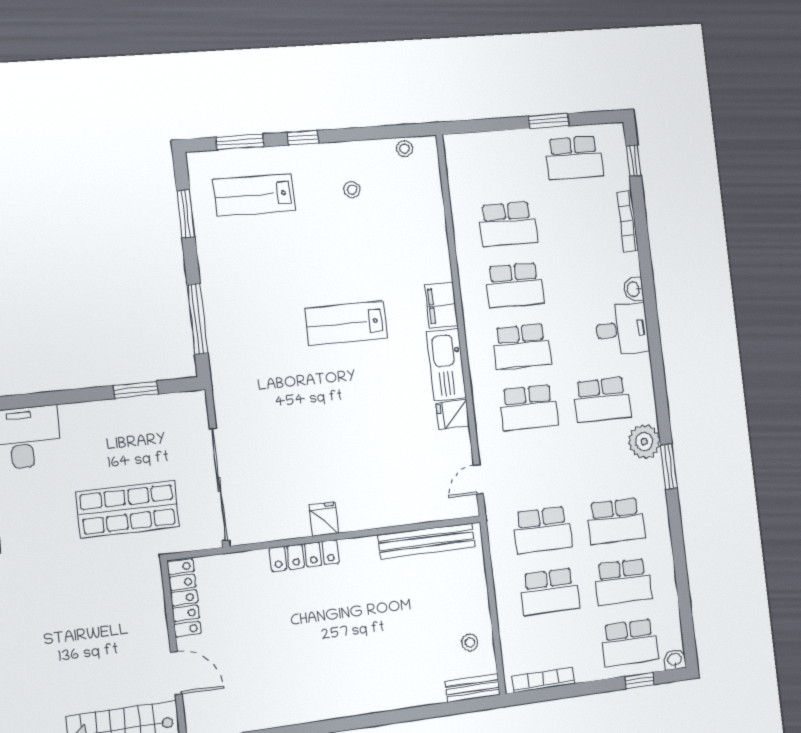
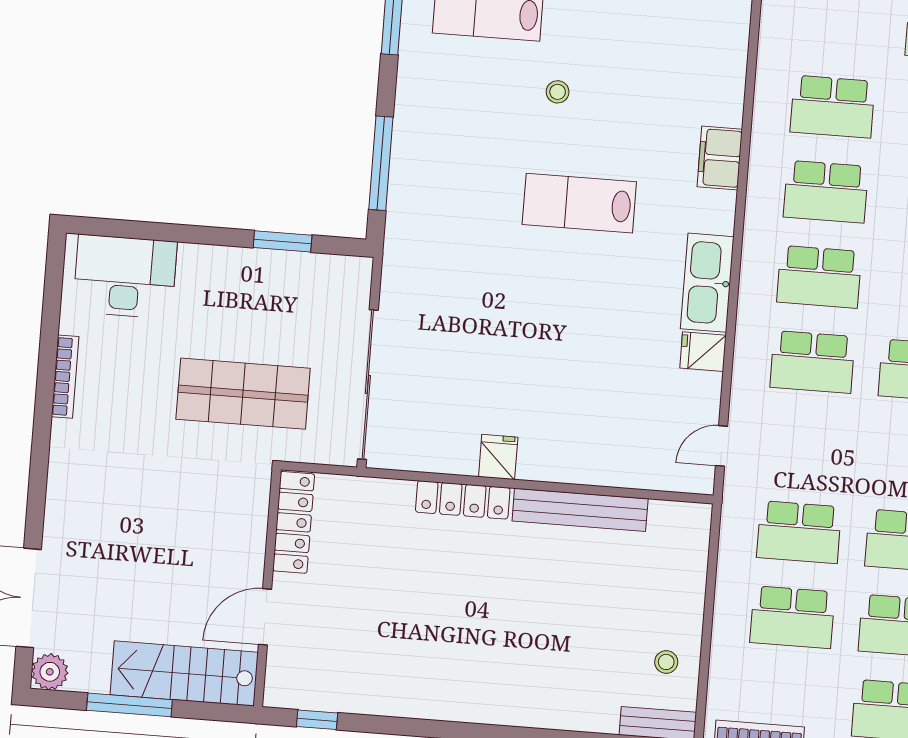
stool: (352, 190) -> (558, 92), moved
filing cabinet: (441, 305) -> (720, 158), moved
bench: (426, 541) -> (580, 510), moved
door: (176, 673) -> (265, 617), swing flipped

